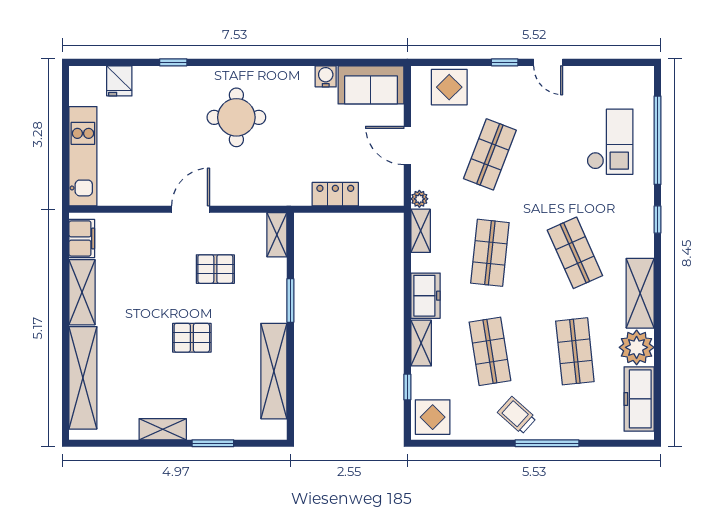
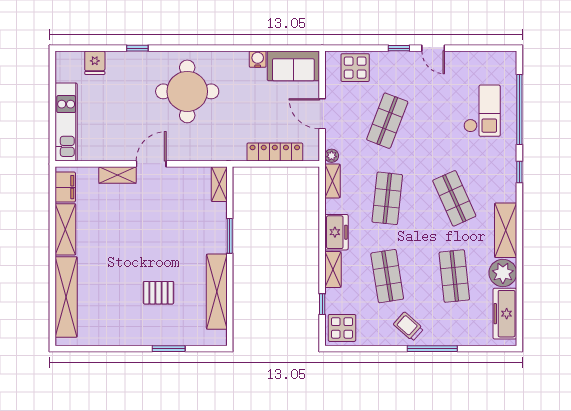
round table: (236, 117) -> (187, 91), width x1.36, depth x1.36
locker: (335, 194) -> (275, 152), width x1.53
pallet: (215, 269) -> (171, 211), removed
pallet: (192, 338) -> (158, 293), moved
shelving: (163, 429) -> (117, 175), moved

